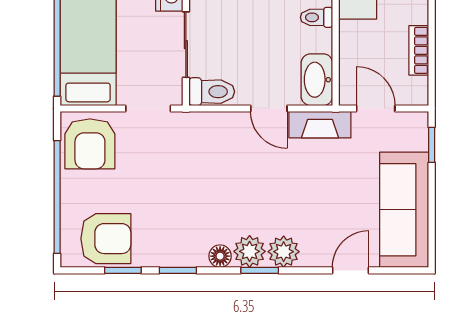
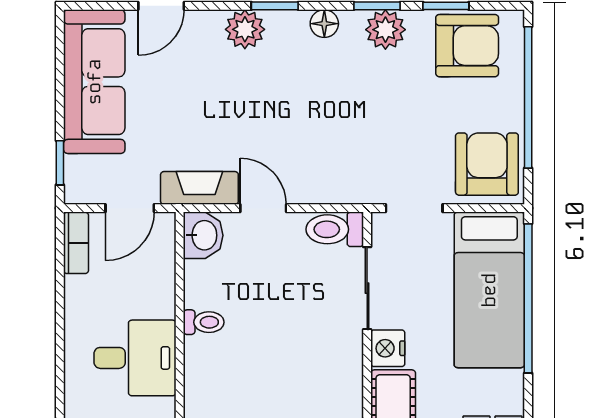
bookcase: (419, 50) -> (76, 243), moved
washbasin: (317, 80) -> (203, 235), width x0.72
door: (376, 108) -> (130, 208), hinge flipped
armchair: (106, 239) -> (467, 46), turned 180
plant: (250, 251) -> (385, 30), moved

